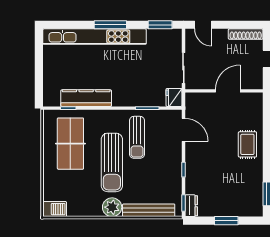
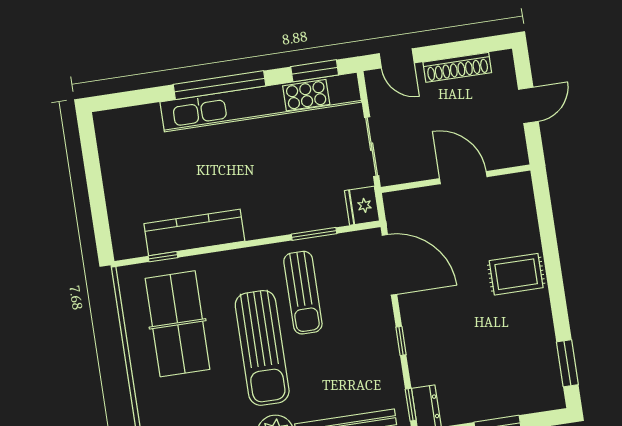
window: (110, 25) -> (220, 85), width x1.46
shoe rack: (246, 34) -> (457, 67), moved
kitchen unit: (95, 37) -> (261, 102), moved
door: (228, 91) -> (463, 178), hinge flipped
door: (183, 130) -> (389, 265), width x1.36
rug: (247, 144) -> (516, 274), turned 90

